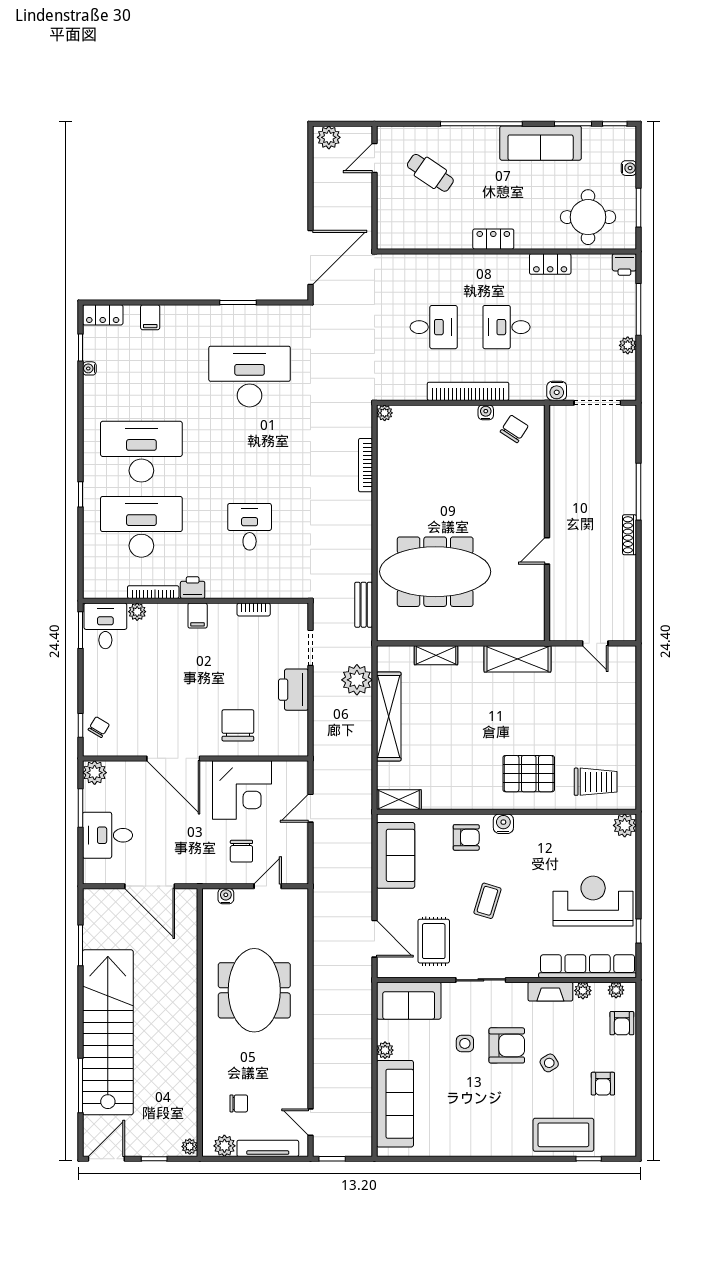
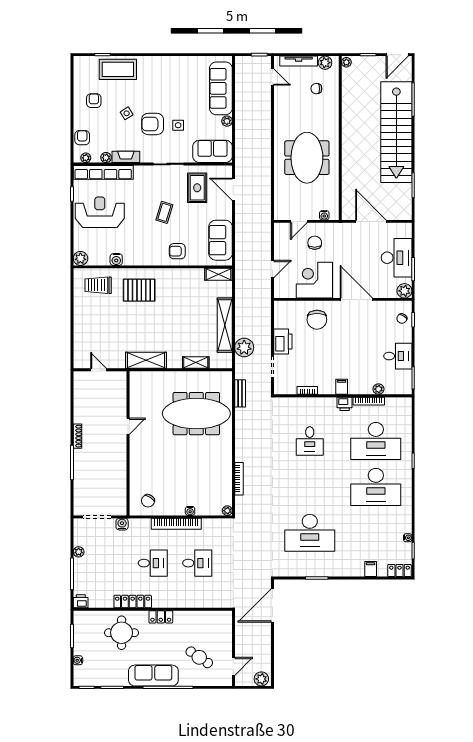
sofa: (541, 143) -> (153, 676), moved
round table: (588, 217) -> (122, 633), moved
locker: (550, 264) -> (133, 602), width x1.53
desk: (434, 327) -> (197, 563), turned 180
water cooler: (486, 412) -> (190, 511), moved
desk: (105, 626) -> (398, 356), moved, turned -90
water cooler: (503, 824) -> (116, 260), moved
desk: (108, 835) -> (397, 258), width x1.37
reception desk: (593, 901) -> (100, 212), turned 180

